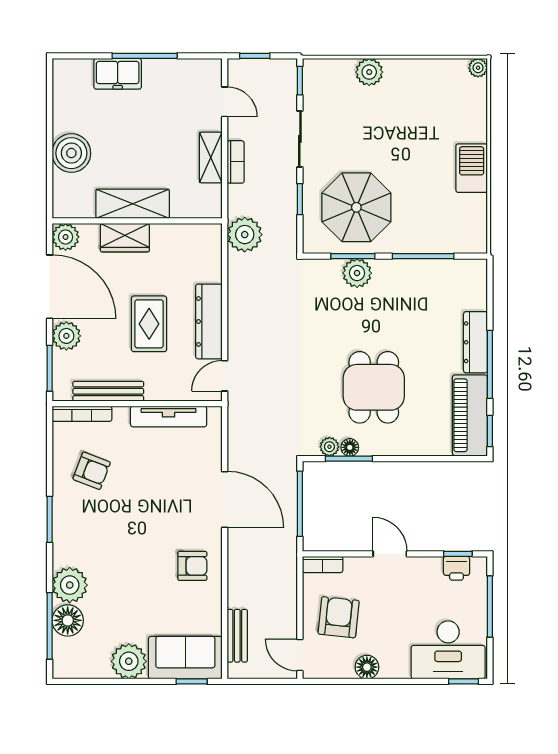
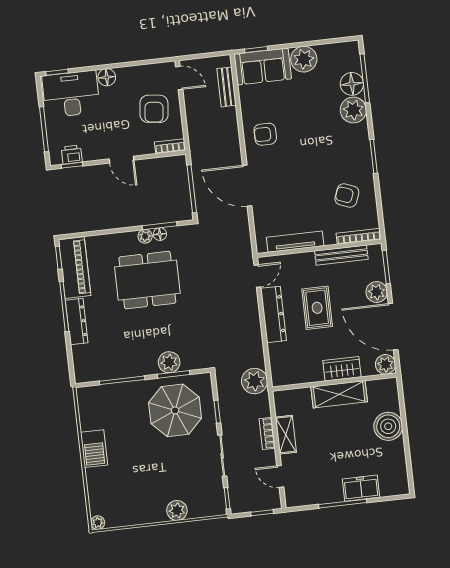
dining table: (374, 387) -> (147, 280), width x1.38
plant: (329, 447) -> (145, 236), moved
floor lamp: (367, 667) -> (107, 77), moved

